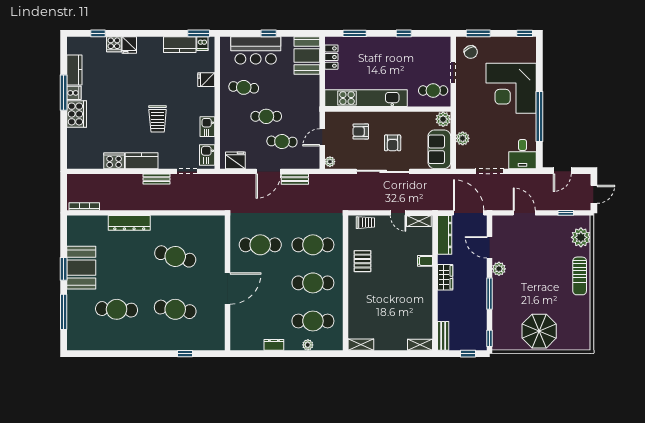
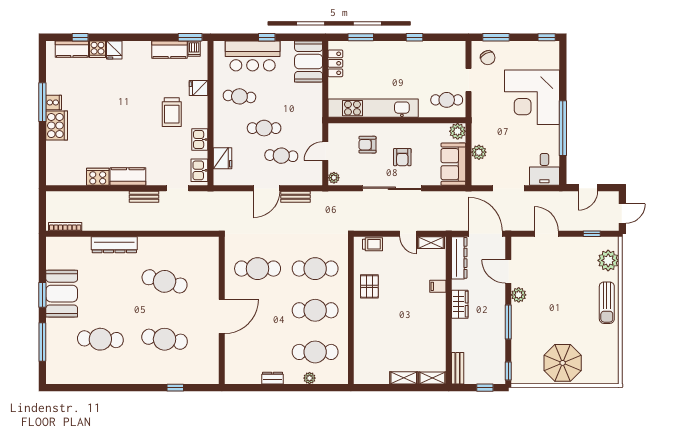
kitchen counter: (74, 70) -> (72, 49), moved, turned 90
trolley: (158, 119) -> (172, 112), moved
fridge: (235, 160) -> (223, 158), moved, turned 90
shelving: (361, 345) -> (404, 378), moved

